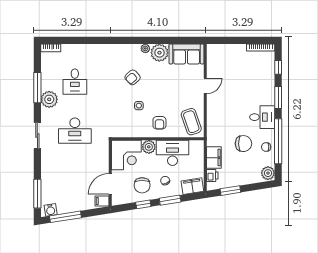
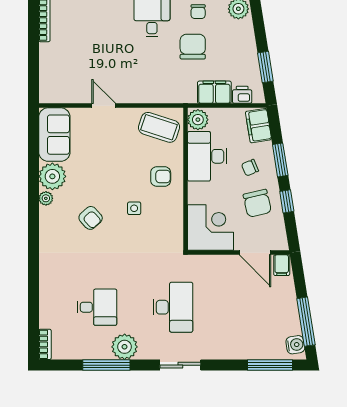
coffee table: (191, 122) -> (159, 127), turned 37
plant: (149, 147) -> (198, 120), moved
chair: (142, 185) -> (257, 203), turned 77

